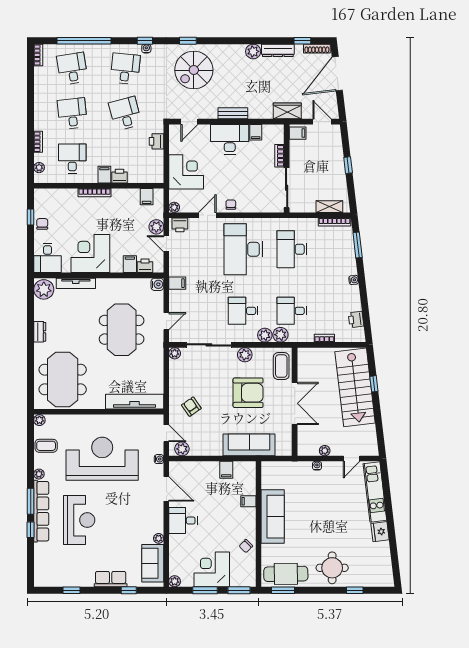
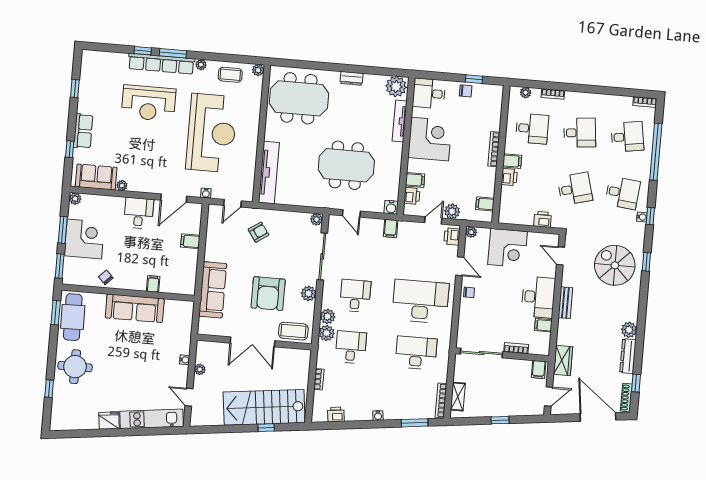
coffee table: (46, 446) -> (230, 75), turned 90
plant: (182, 449) -> (215, 218), removed
filing cabinet: (226, 470) -> (190, 241), moved

